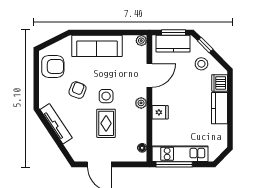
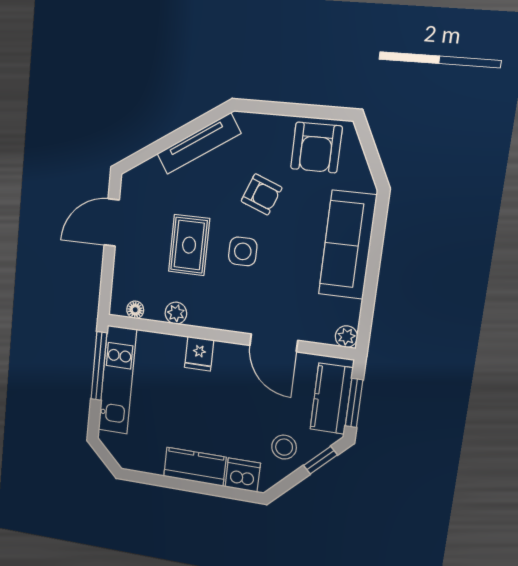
plant: (141, 103) -> (176, 313), moved
rug: (106, 123) -> (189, 245), turned 90

